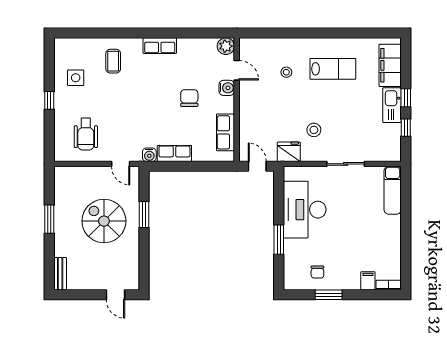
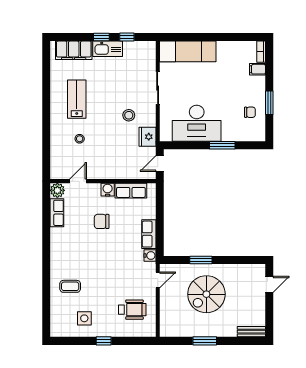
row of seats: (160, 46) -> (57, 213), moved
water cooler: (227, 88) -> (108, 190), moved
exam couch: (393, 190) -> (188, 51), width x1.36, depth x1.45

